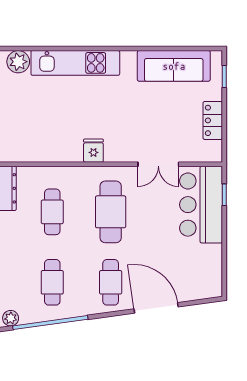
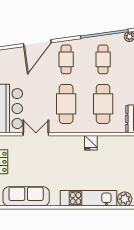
fridge: (93, 151) -> (91, 143), moved
cafe table: (52, 212) -> (103, 104), width x1.37, depth x1.35
door: (156, 308) -> (37, 43), hinge flipped

